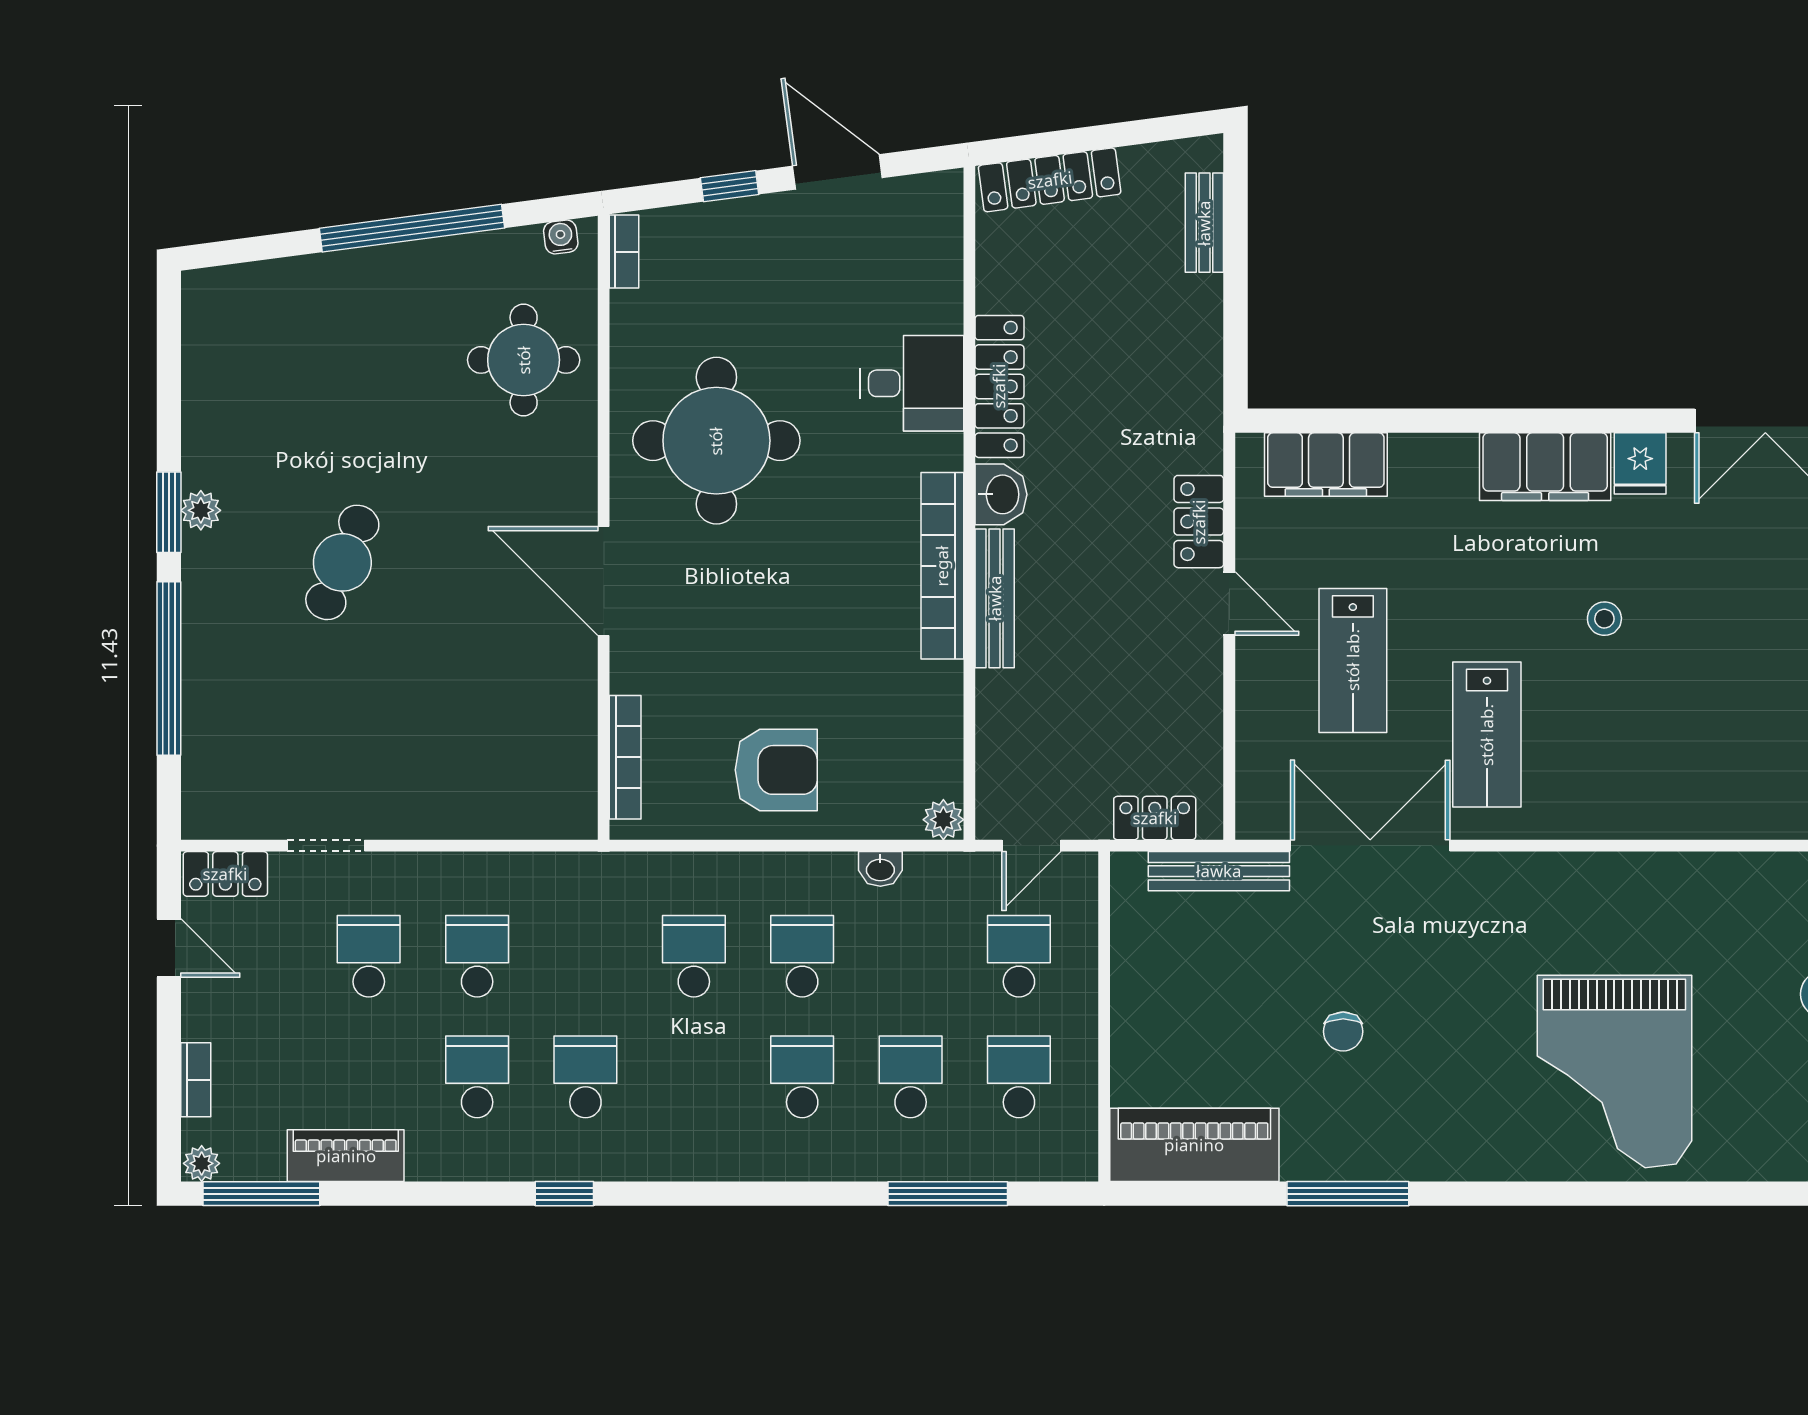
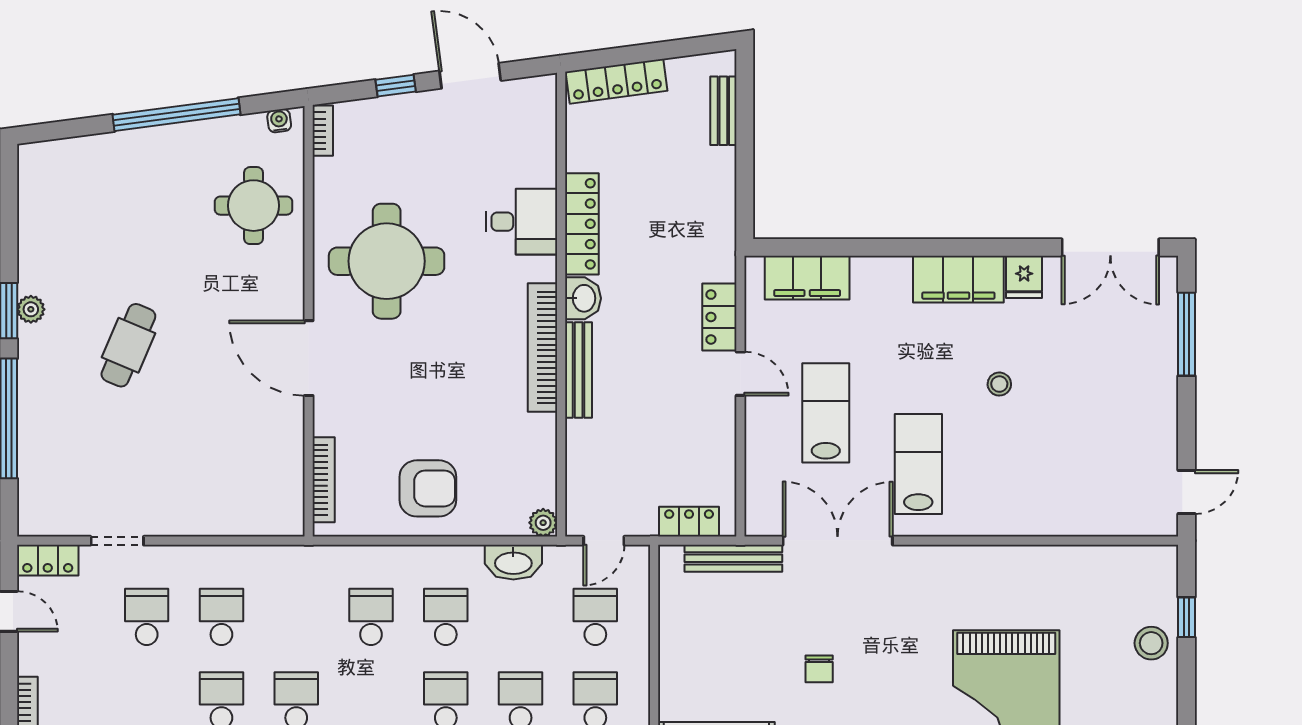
lab bench: (1353, 660) -> (826, 413), turned 180
lab bench: (1487, 735) -> (918, 464), turned 180
washbasin: (880, 869) -> (513, 562), width x1.91, depth x1.45

